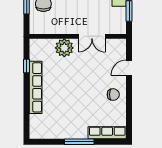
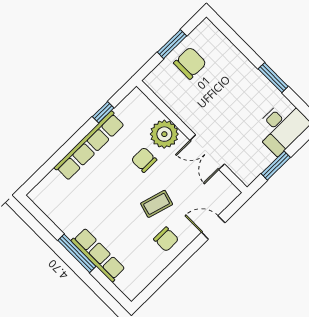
chair: (67, 69) -> (144, 160), added
coffee table: (93, 83) -> (157, 204), added
row of seats: (107, 133) -> (98, 255), moved

